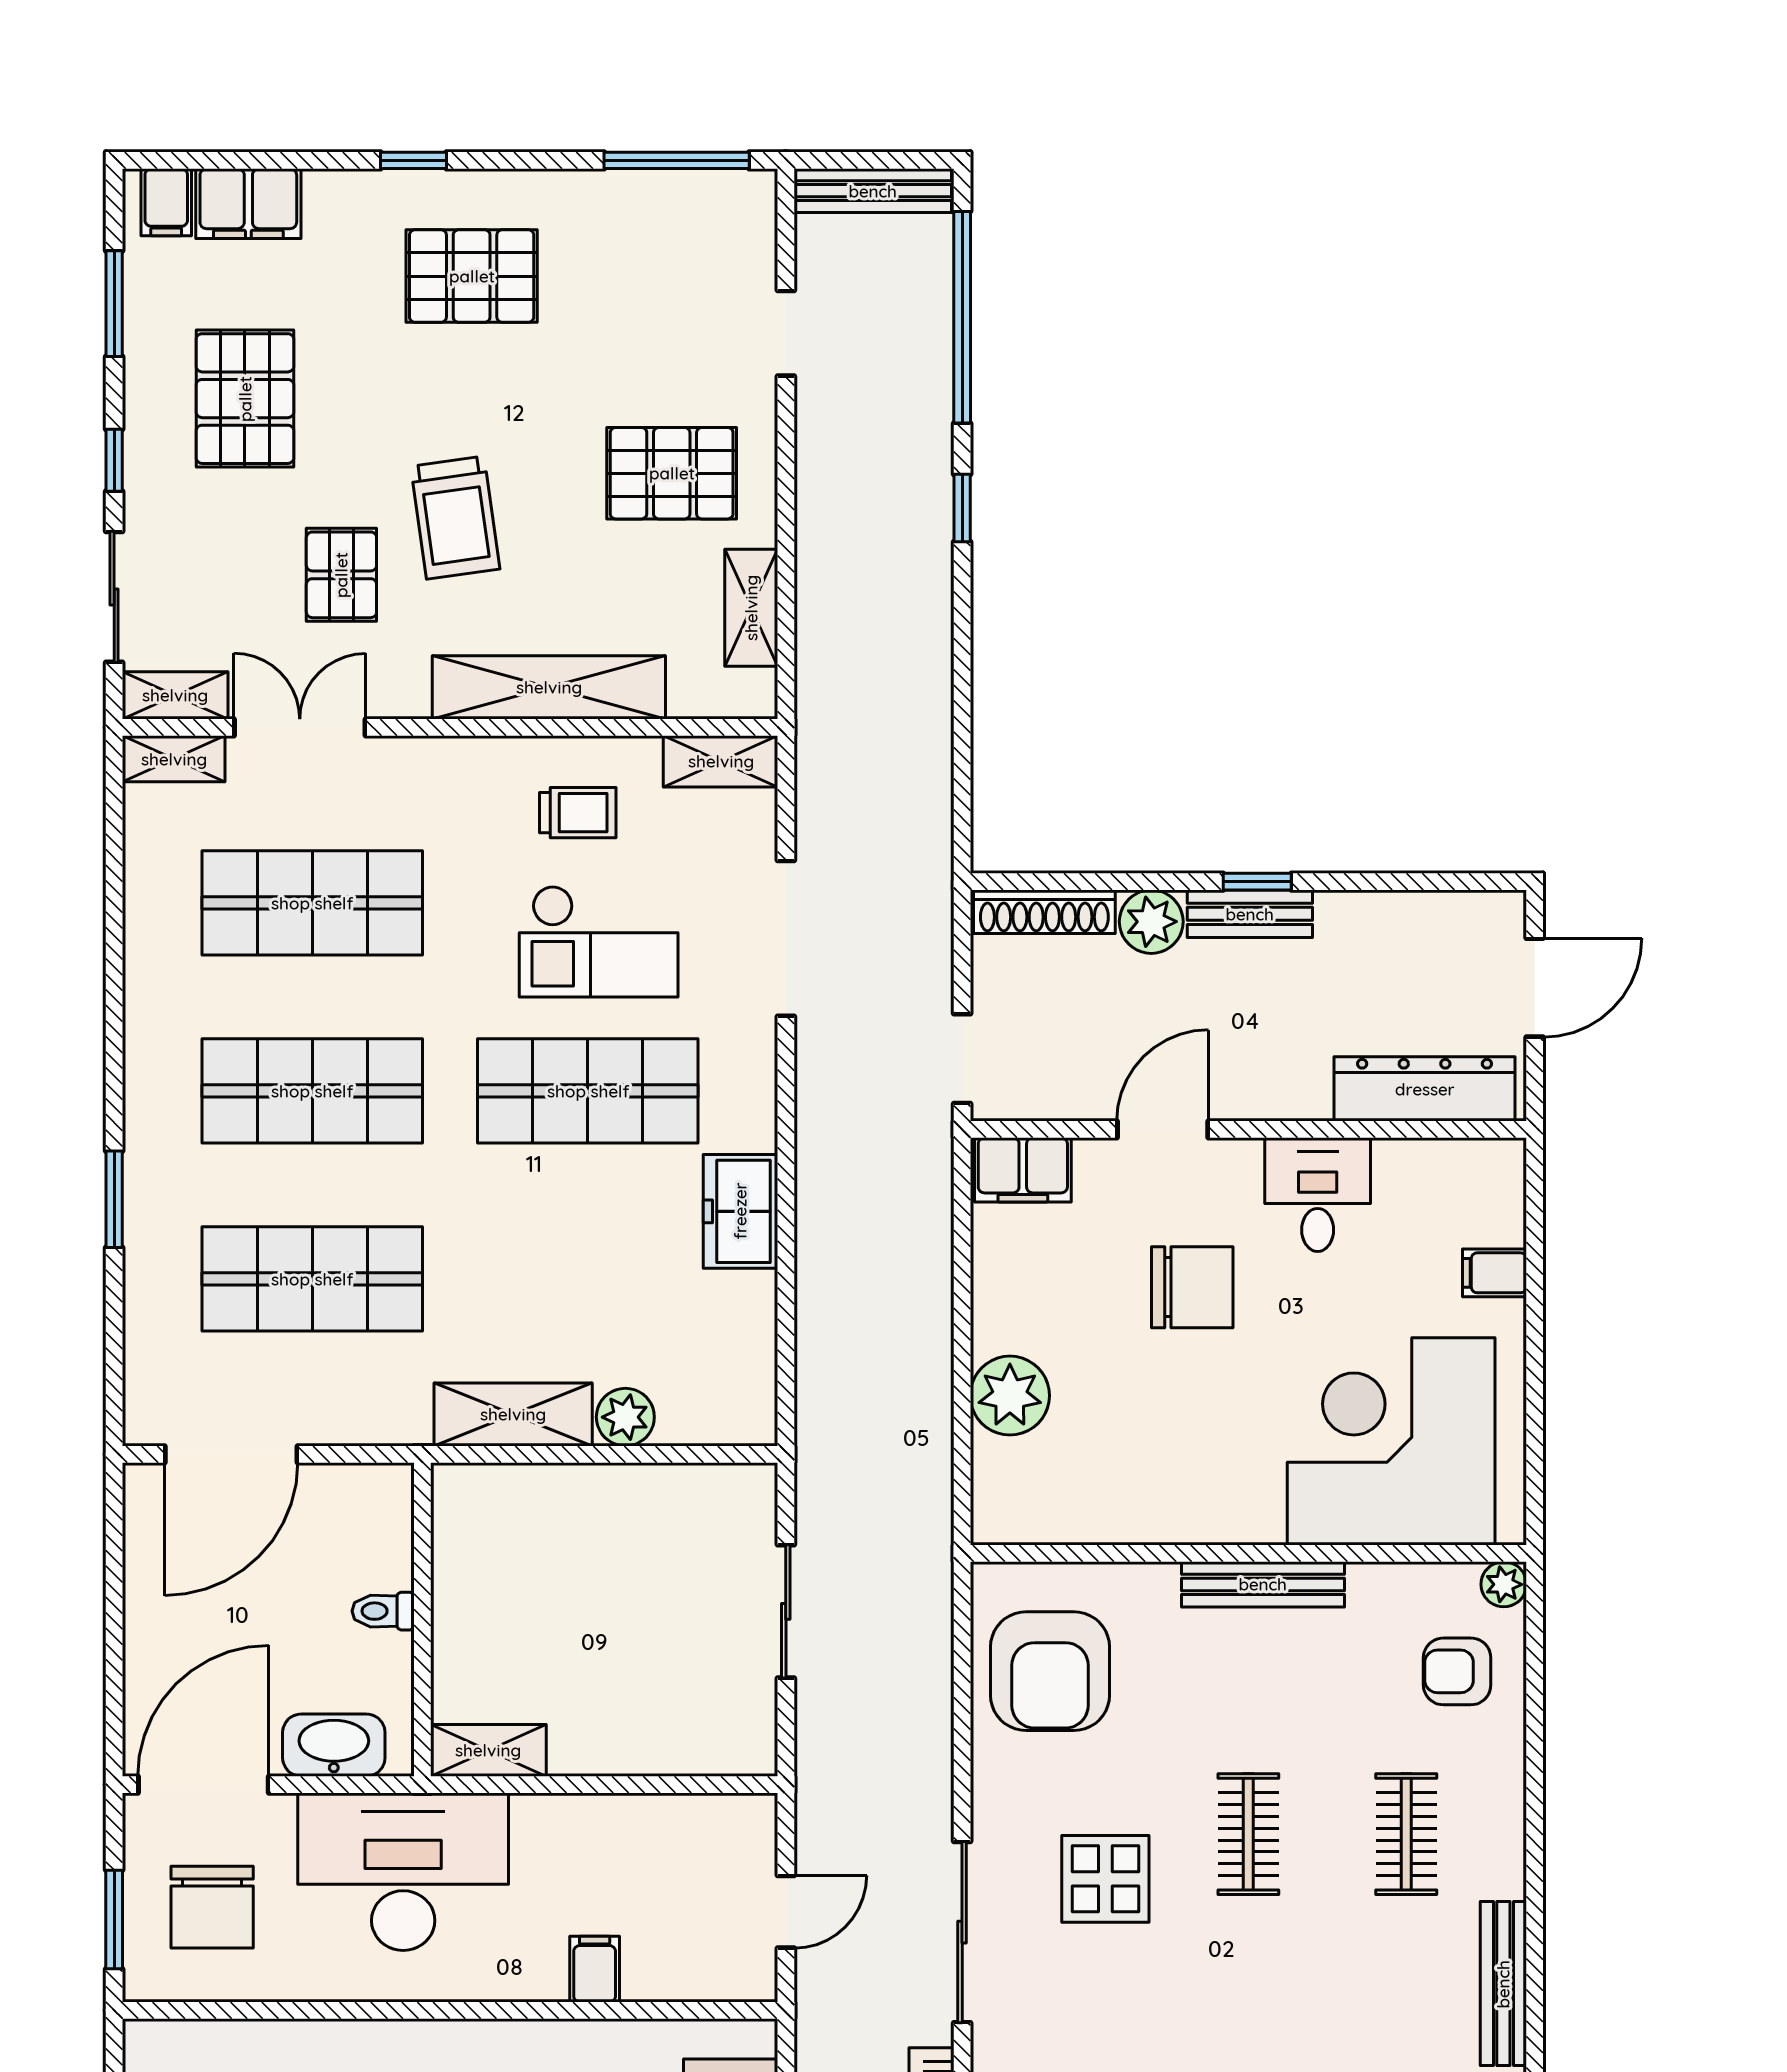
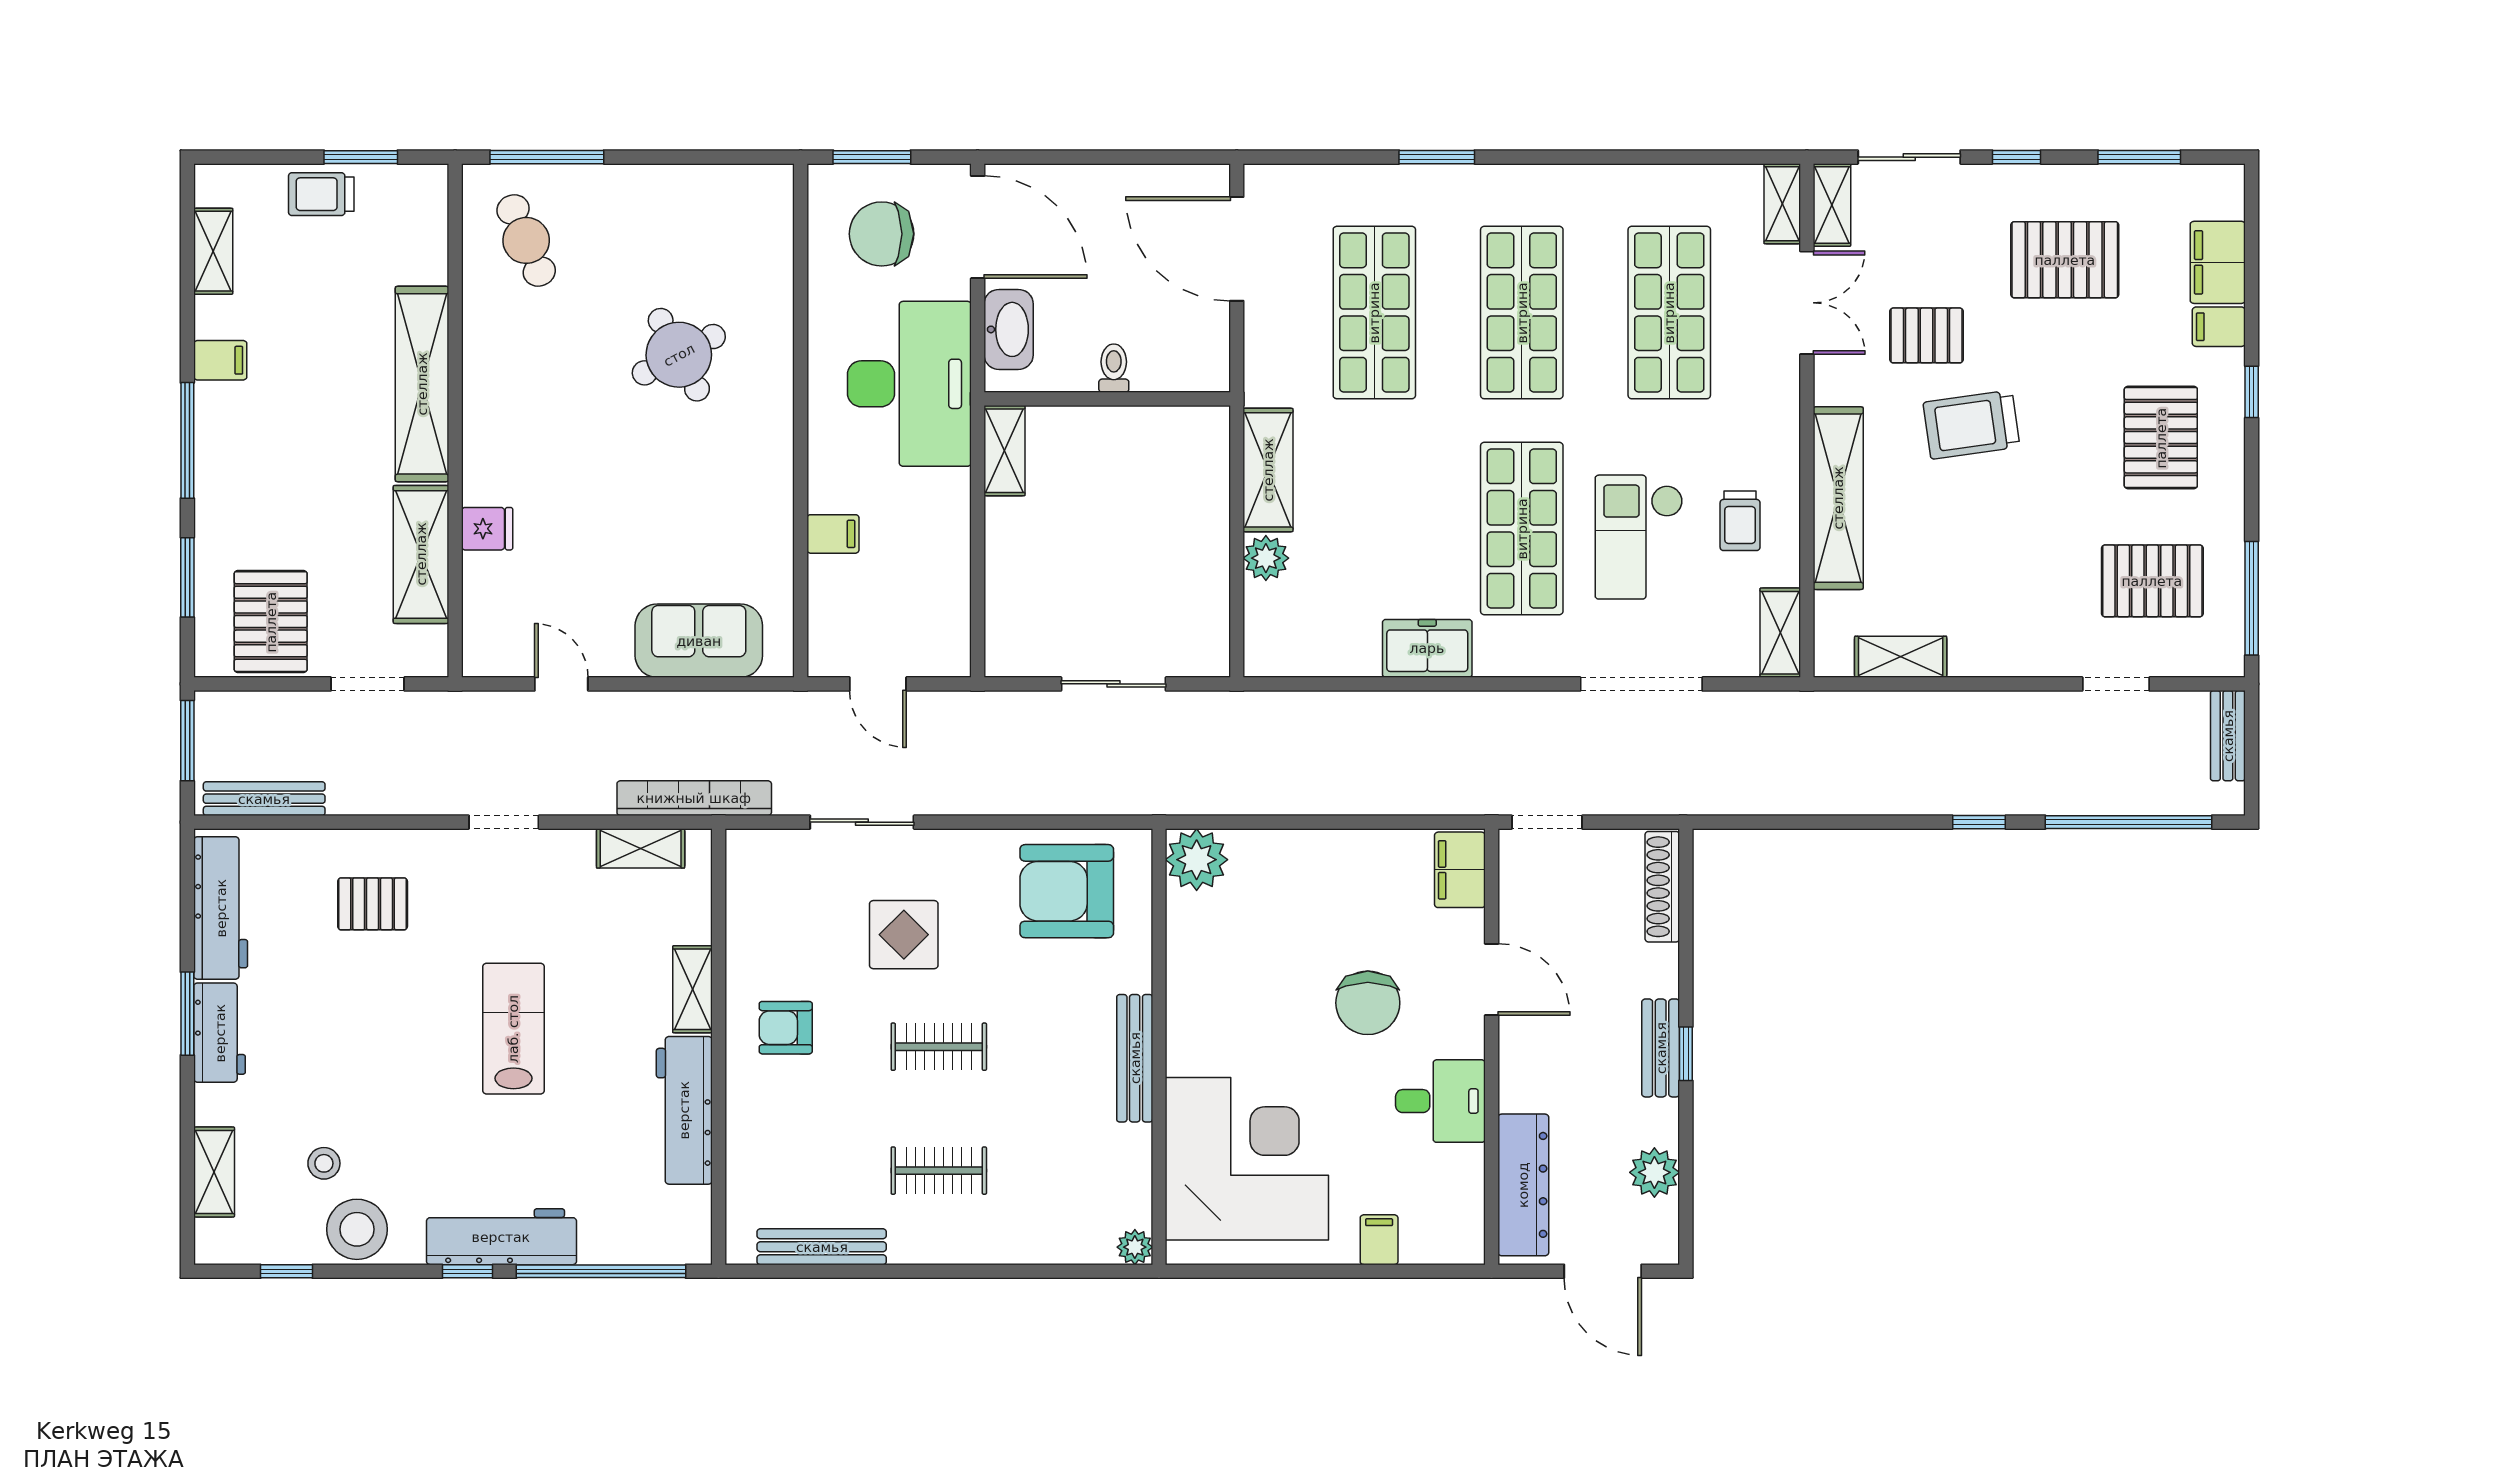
bench: (873, 191) -> (2228, 736), width x0.73
filing cabinet: (166, 202) -> (2219, 327), moved
pallet: (672, 473) -> (2152, 581), moved, turned 90
plant: (1151, 922) -> (1654, 1172), moved
plant: (1010, 1396) -> (1197, 860), moved
armchair: (1457, 1671) -> (786, 1028), moved, turned -90
sliding door: (962, 1932) -> (862, 822), width x0.73

